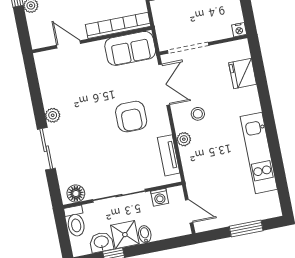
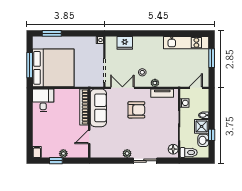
sofa: (130, 48) -> (98, 108), width x1.36
kitchen unit: (259, 153) -> (186, 43), moved

